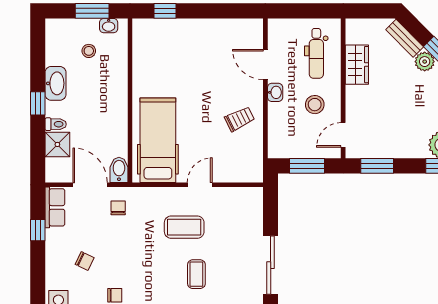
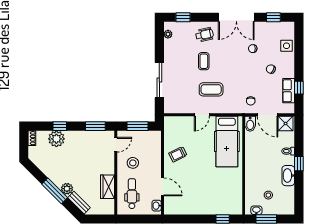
washbasin: (275, 92) -> (157, 206), moved
shower: (57, 144) -> (286, 124), moved
row of seats: (55, 207) -> (289, 91), moved
sliding door: (271, 265) -> (159, 80), moved

